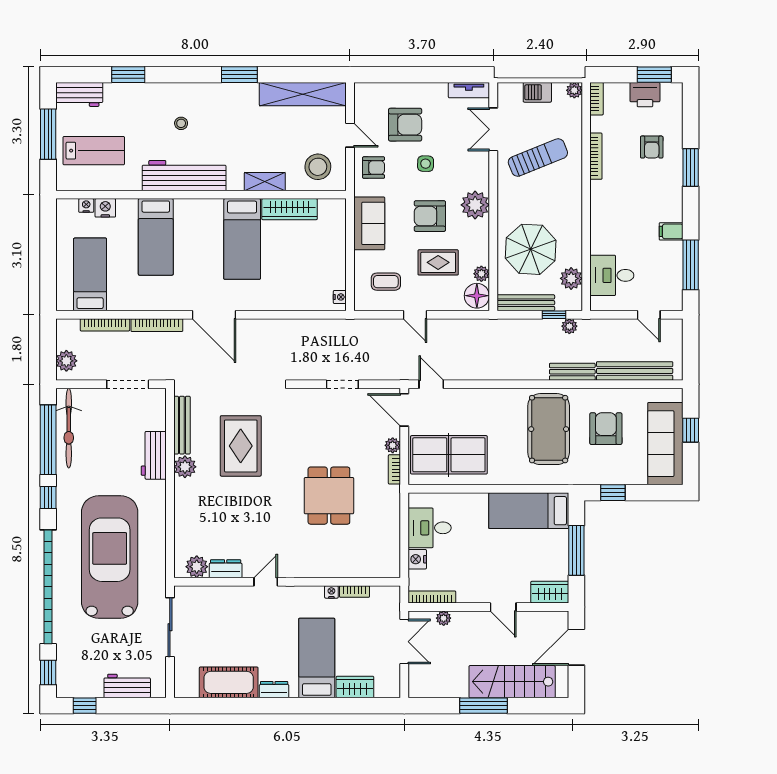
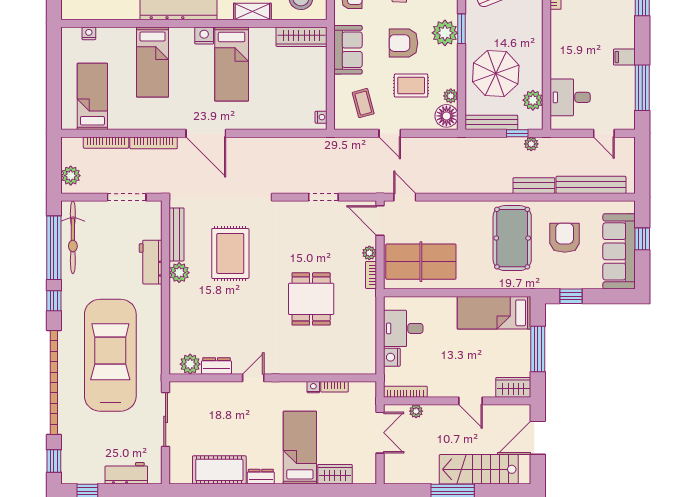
window: (493, 200) -> (461, 29), added
nightstand: (105, 208) -> (204, 36), moved
wardrobe: (290, 209) -> (301, 37), moved
coffee table: (386, 282) -> (363, 103), turned 75

